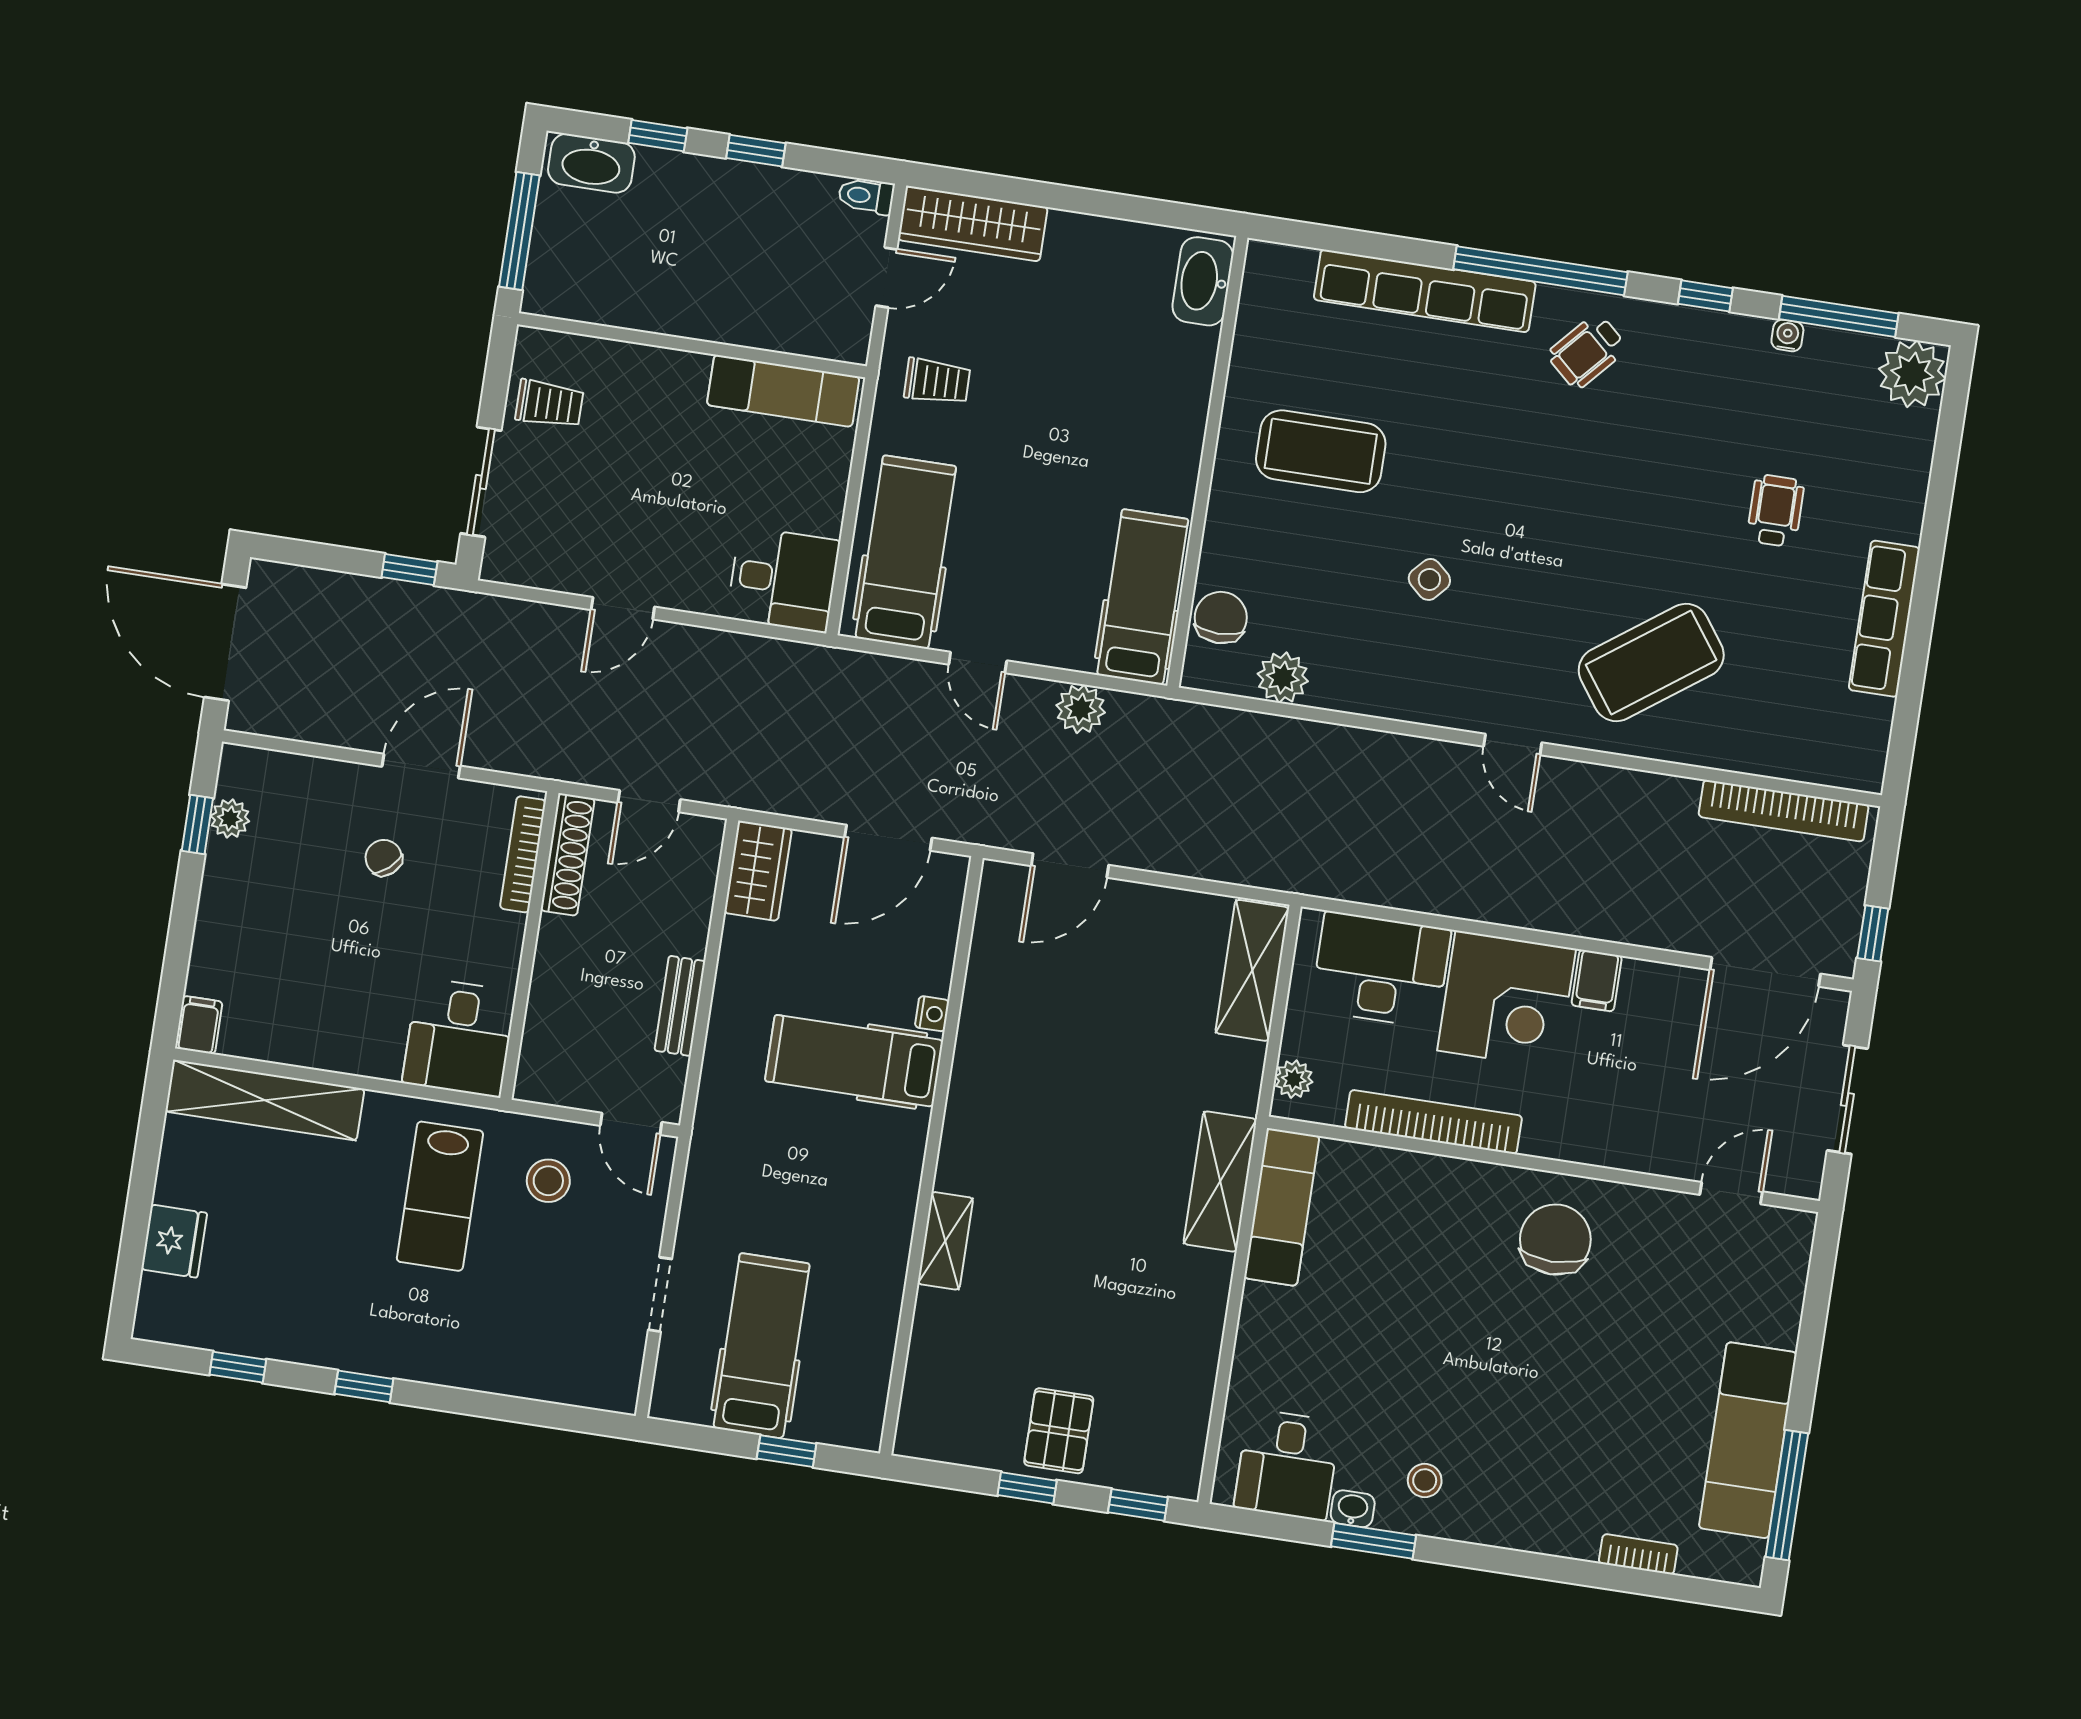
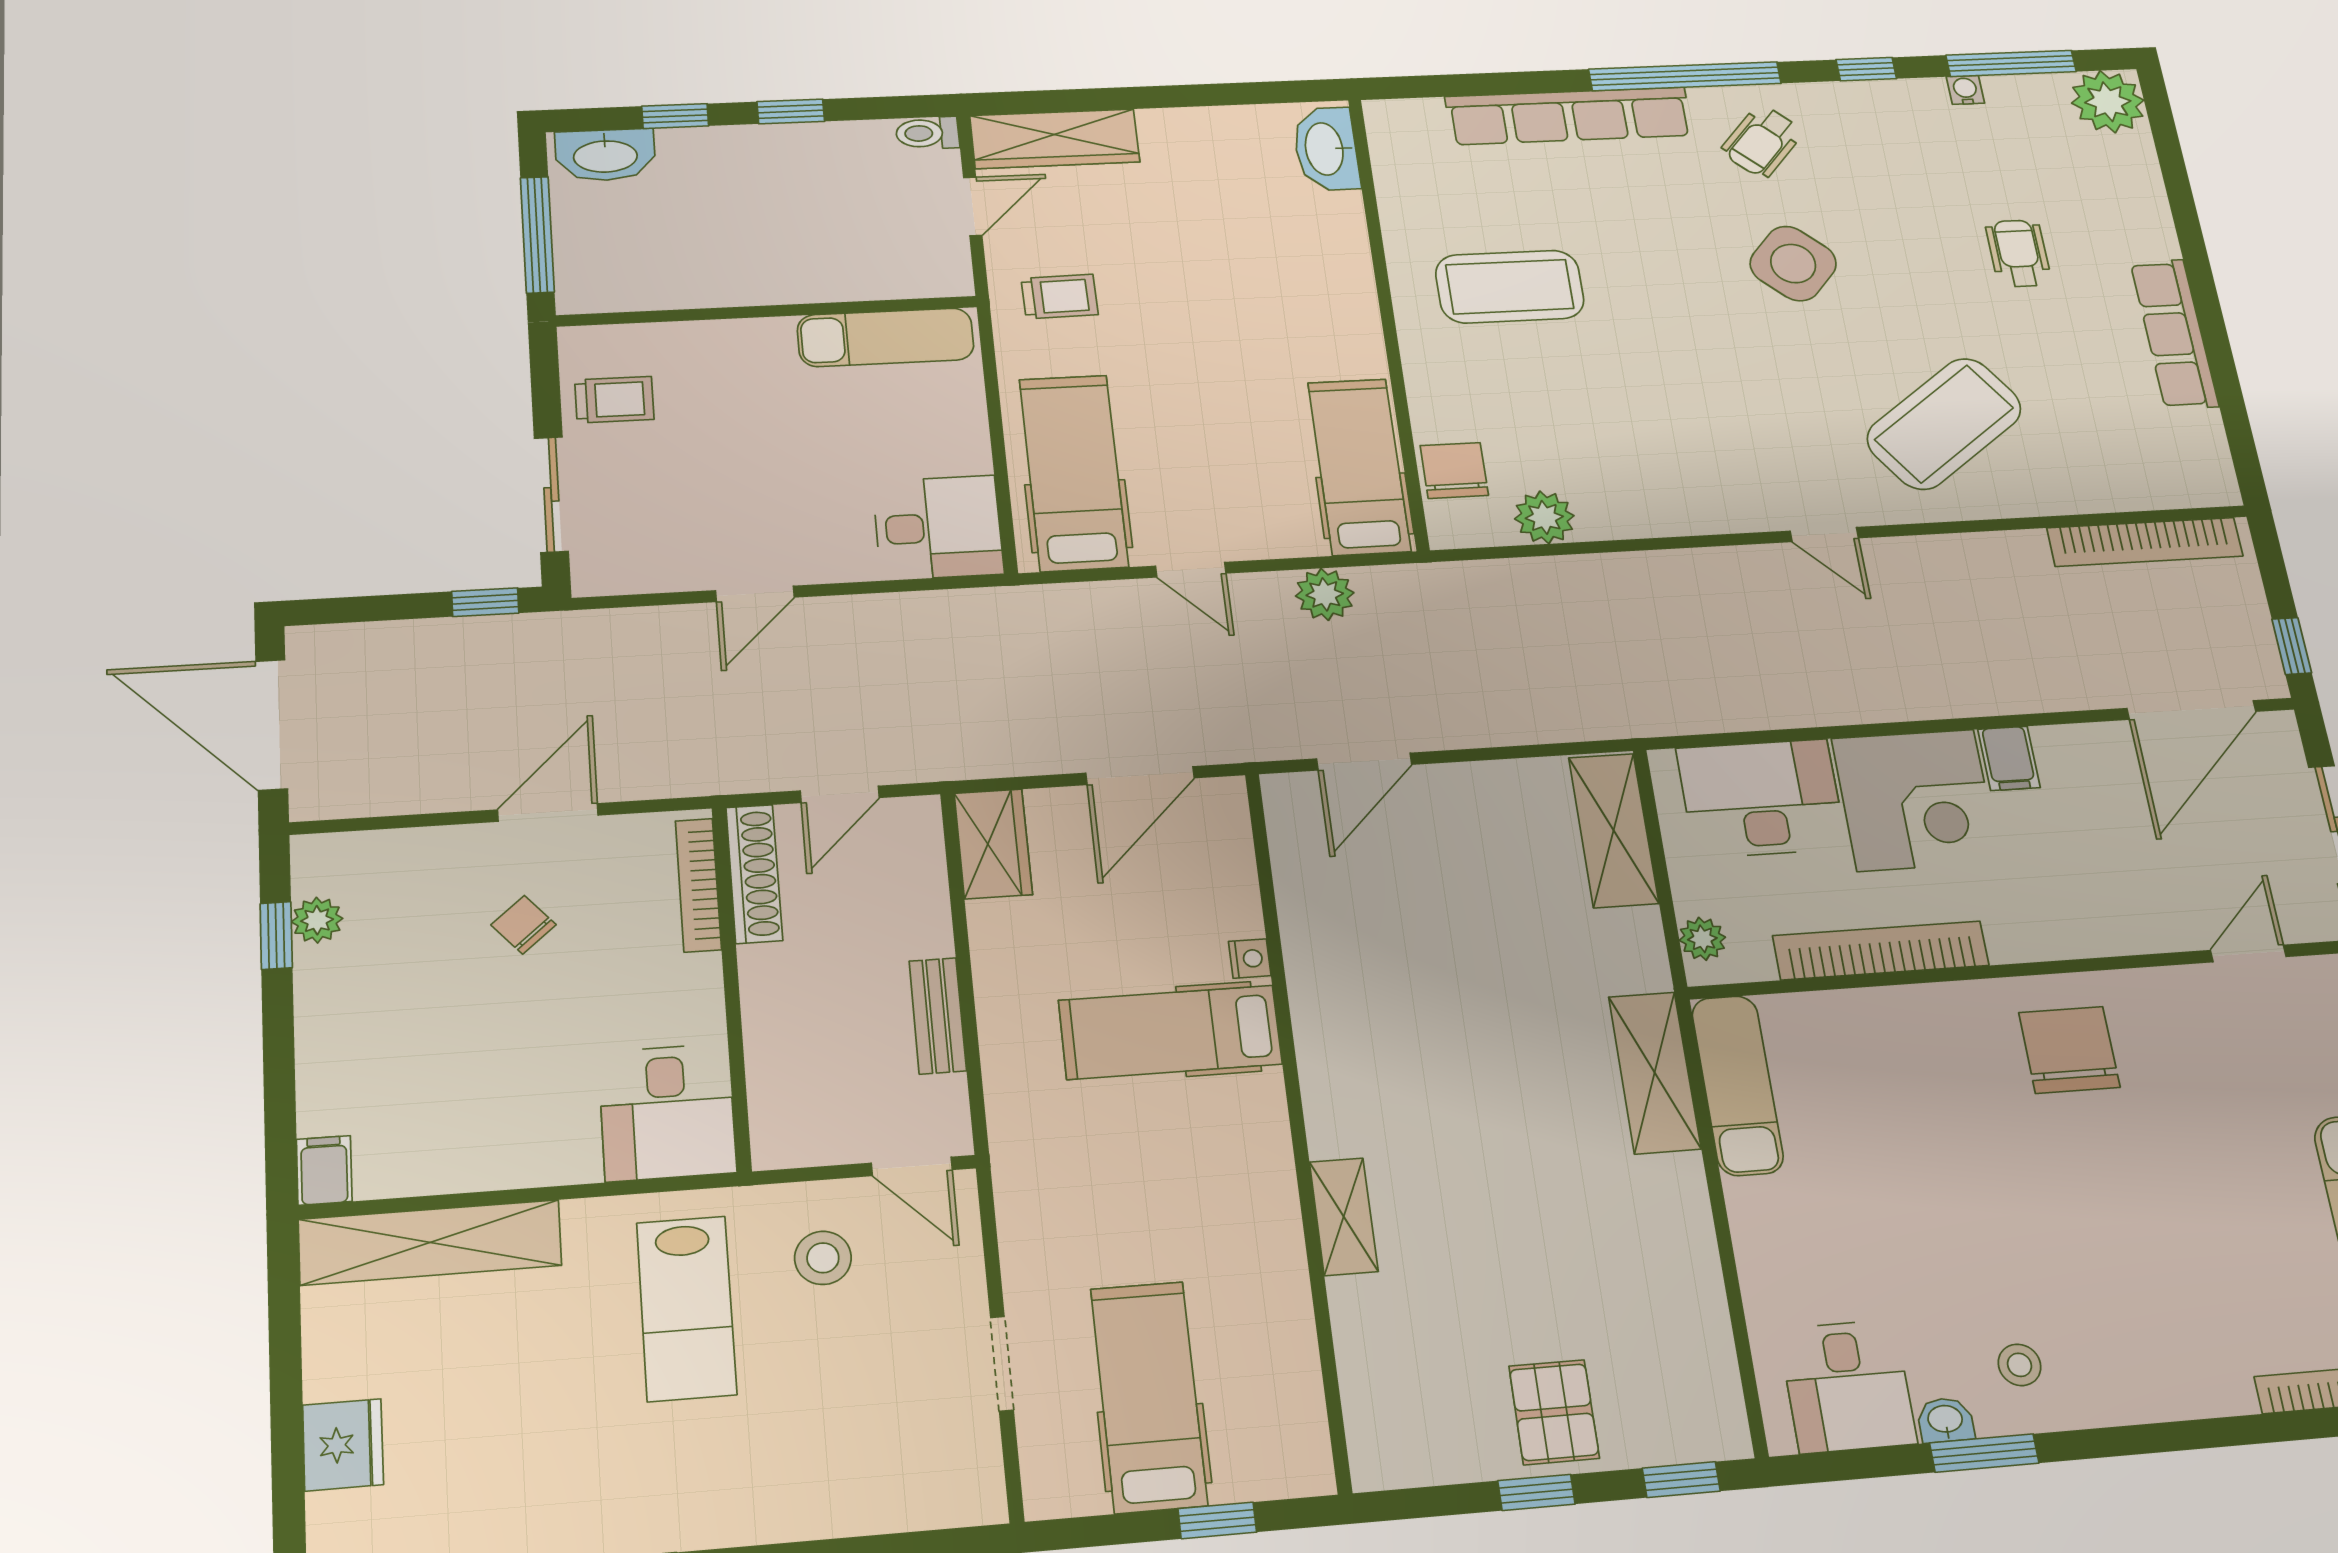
side table: (1429, 579) -> (1793, 264), moved, width x1.87, depth x1.87

